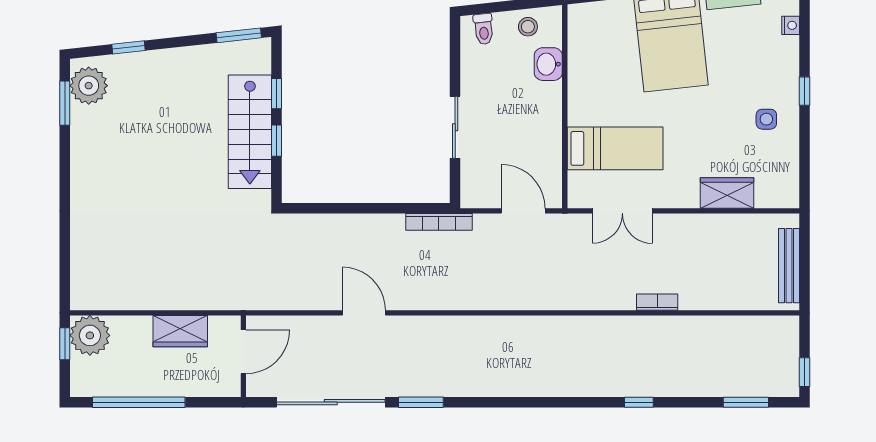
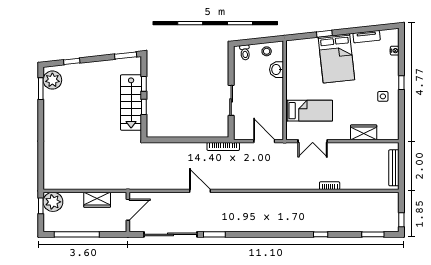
door: (364, 313) -> (200, 191), moved

